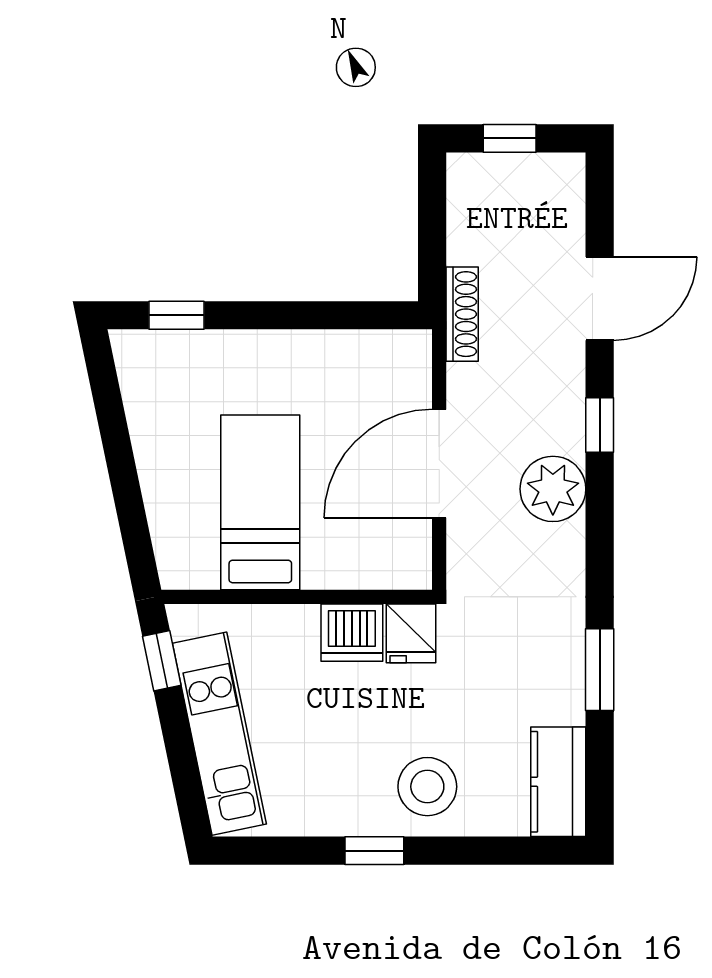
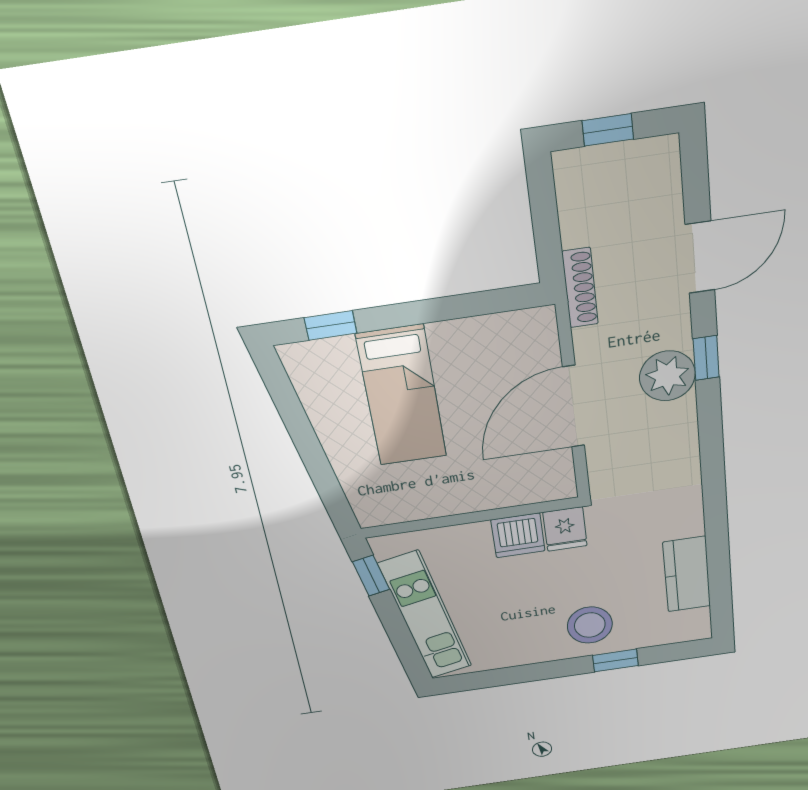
plant: (553, 489) -> (667, 376), moved
bed: (260, 502) -> (402, 396), moved, turned 180
window: (600, 670) -> (717, 532), removed
kitchen counter: (558, 782) -> (687, 574), moved
window: (374, 851) -> (615, 660), moved

